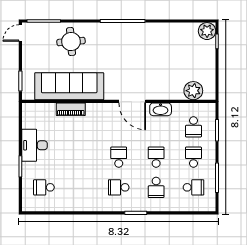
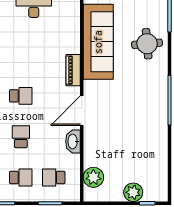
plant: (207, 31) -> (133, 192), moved
piano: (71, 109) -> (73, 70), moved
school desk: (156, 157) -> (21, 137), turned -90

